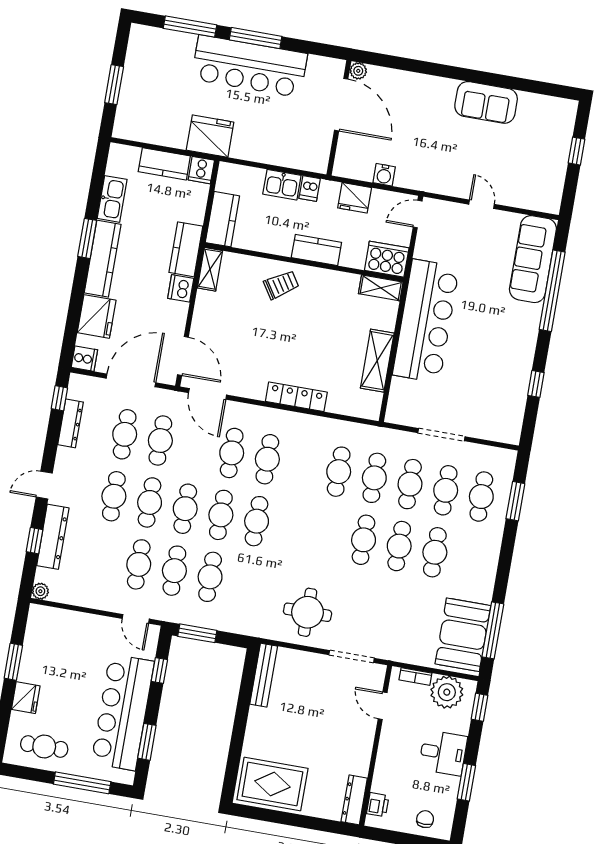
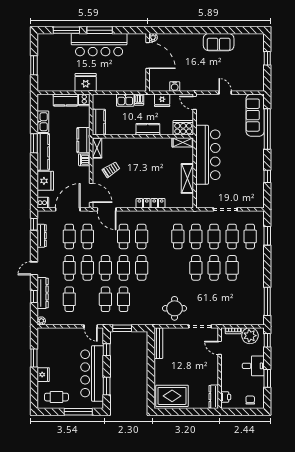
door: (418, 214) -> (195, 103), hinge flipped
trolley: (281, 285) -> (111, 170), moved
cafe table: (139, 564) -> (69, 299), moved
booth: (463, 635) -> (253, 306), removed

